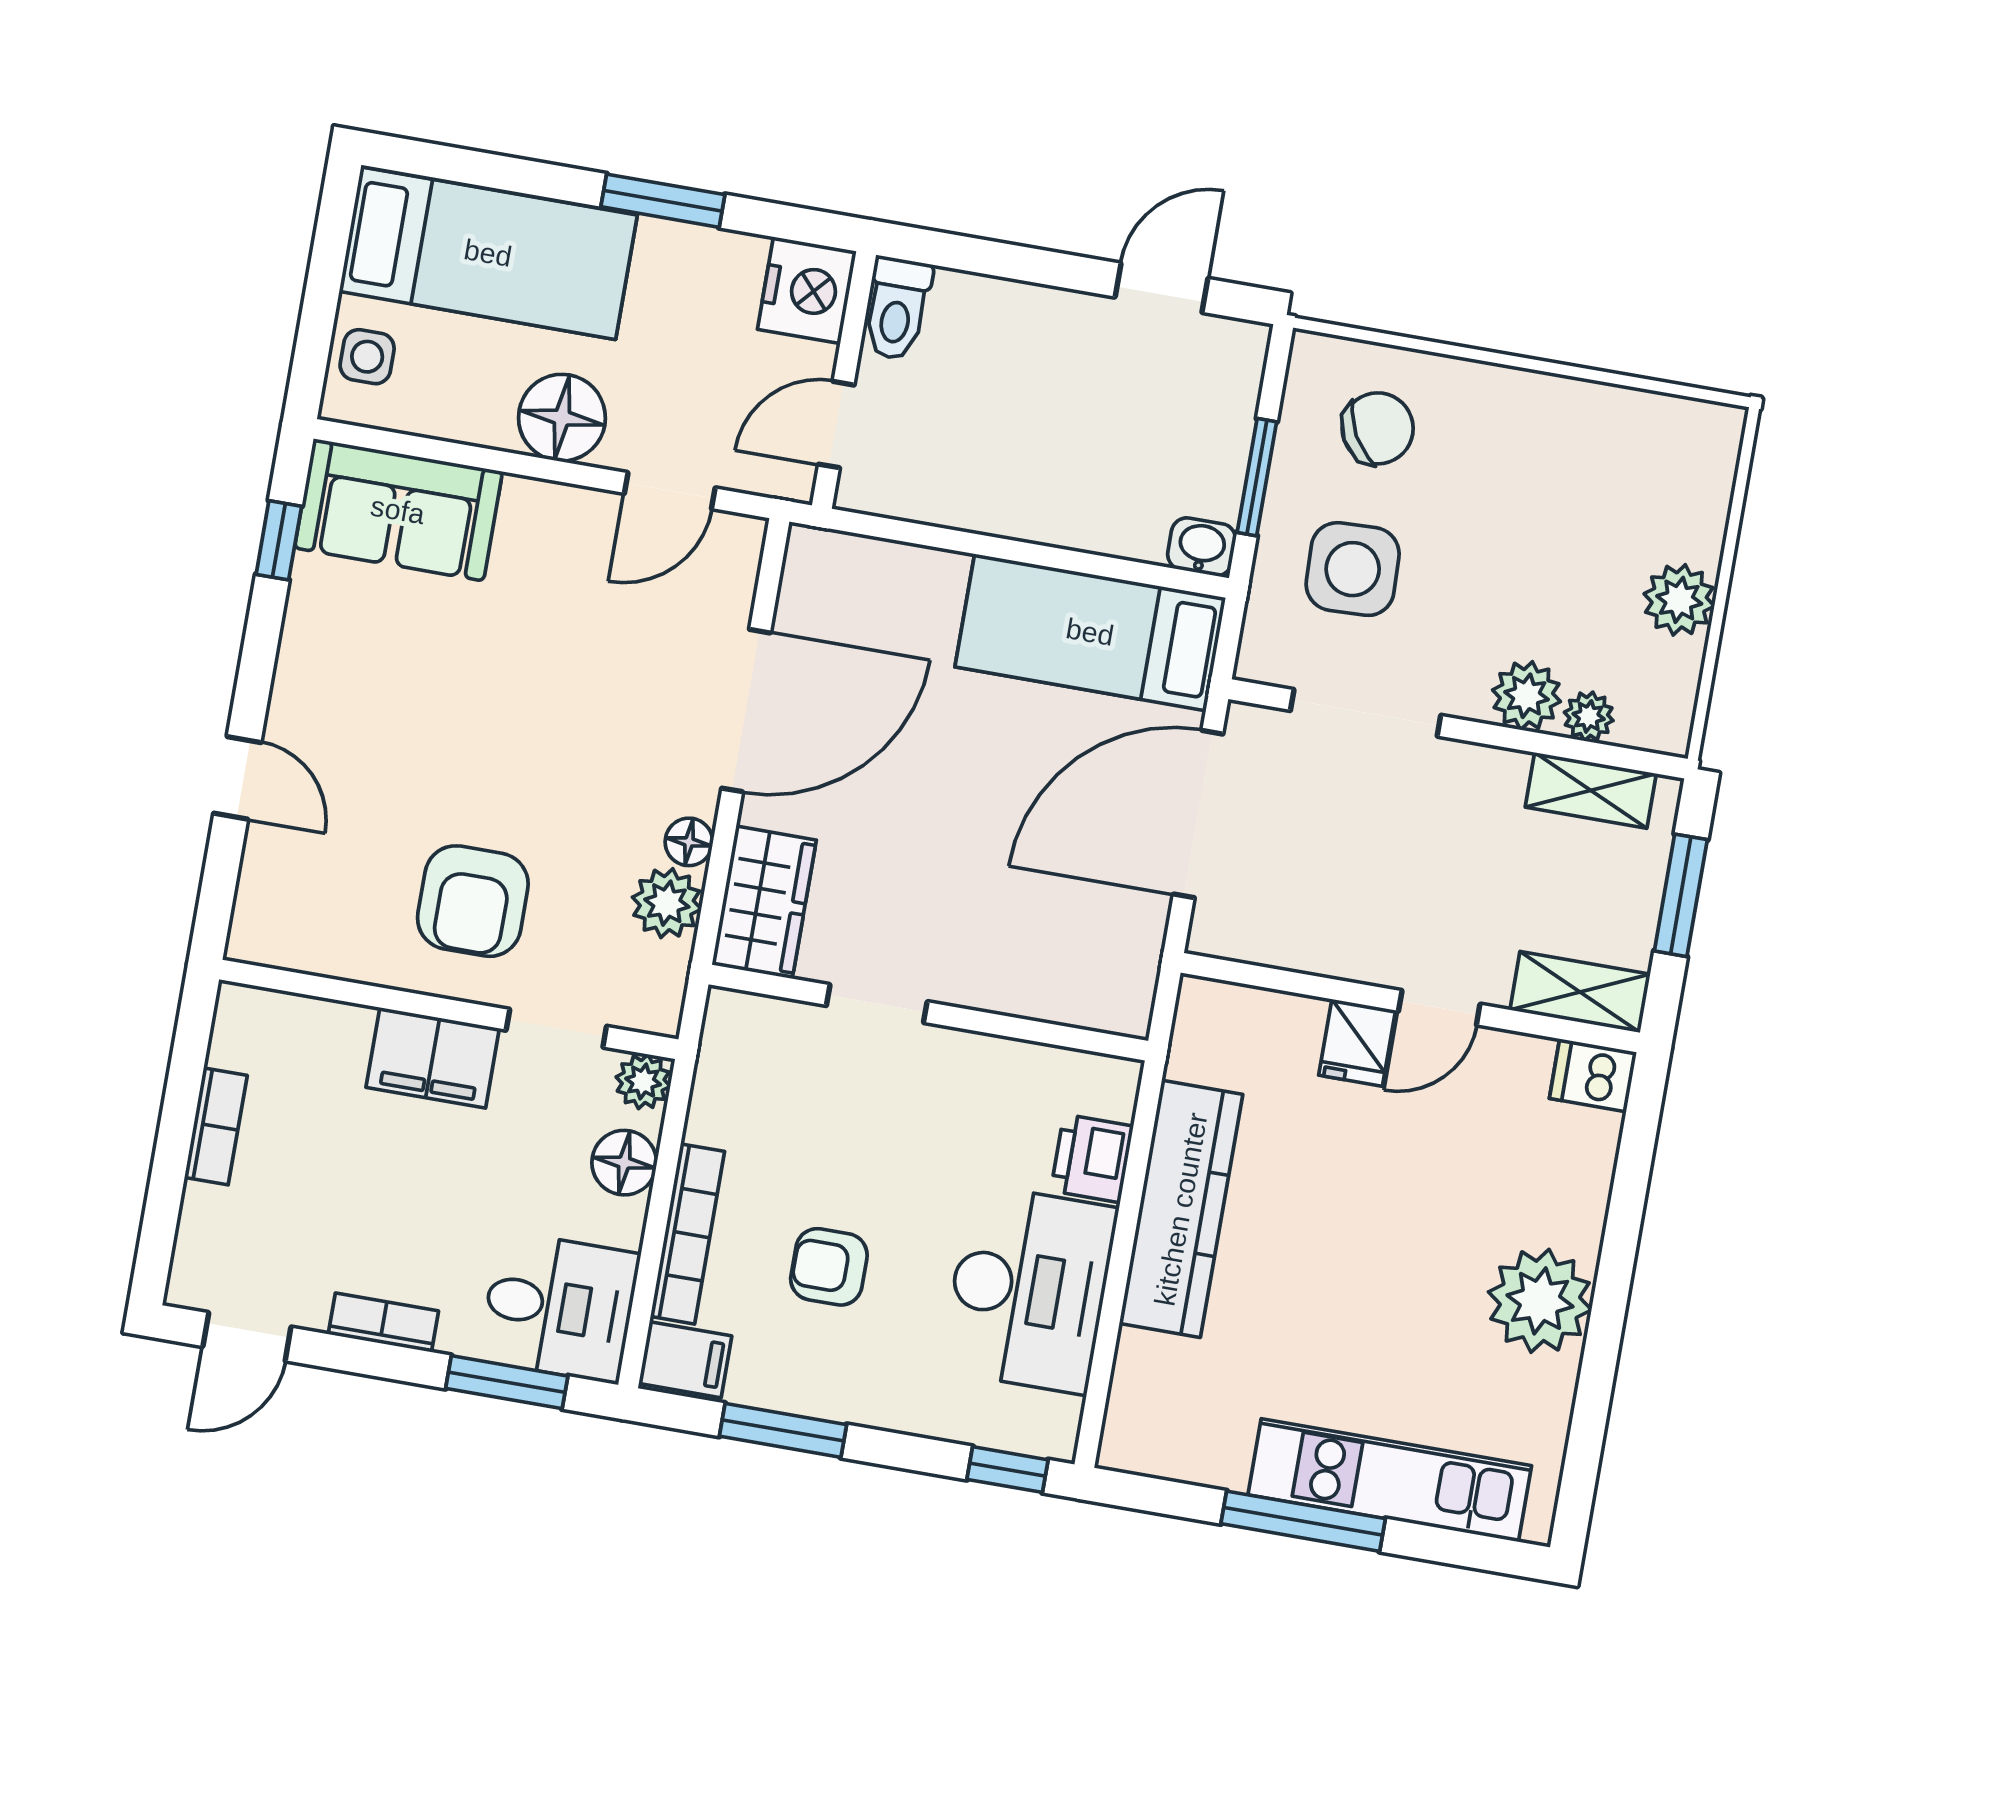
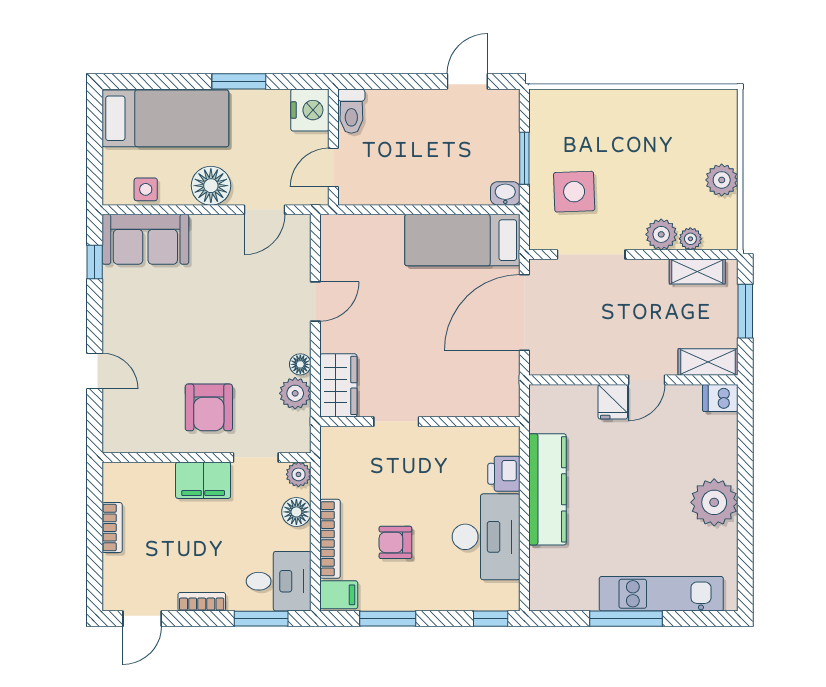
side table: (367, 357) -> (146, 189), moved
chair: (1378, 428) -> (574, 127), removed
door: (746, 711) -> (315, 302), width x0.53

